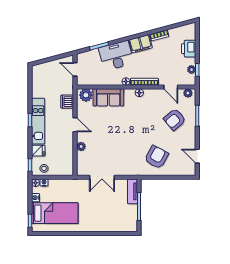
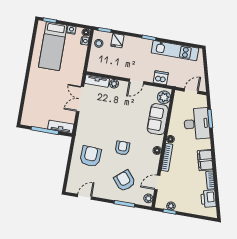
printer: (189, 49) -> (208, 199), moved, turned -105
desk: (116, 56) -> (197, 124), moved
kitchen unit: (38, 121) -> (175, 51), moved
armchair: (143, 127) -> (122, 148), added
armchair: (156, 157) -> (90, 156), turned -115
tv unit: (81, 164) -> (97, 81), added

